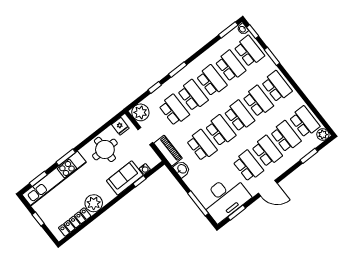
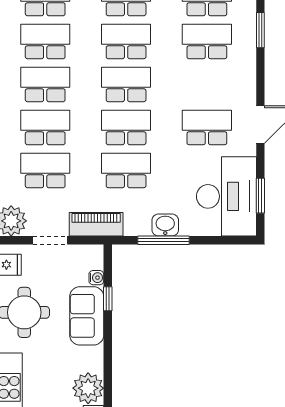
school desk: (267, 151) -> (207, 85), removed
washbasin: (182, 169) -> (165, 225), moved
window: (198, 203) -> (164, 240), moved

